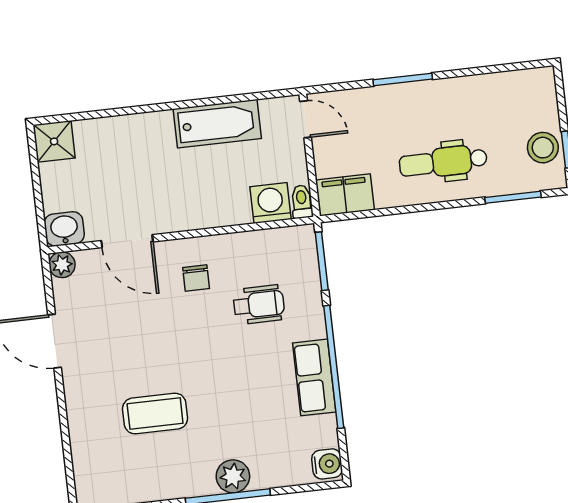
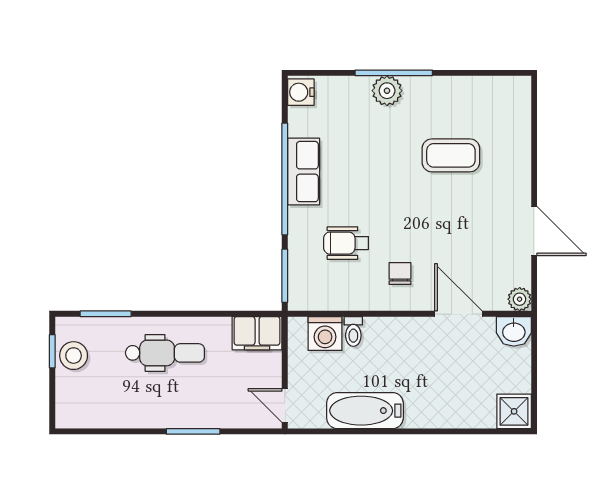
toilet: (302, 202) -> (353, 331), moved

